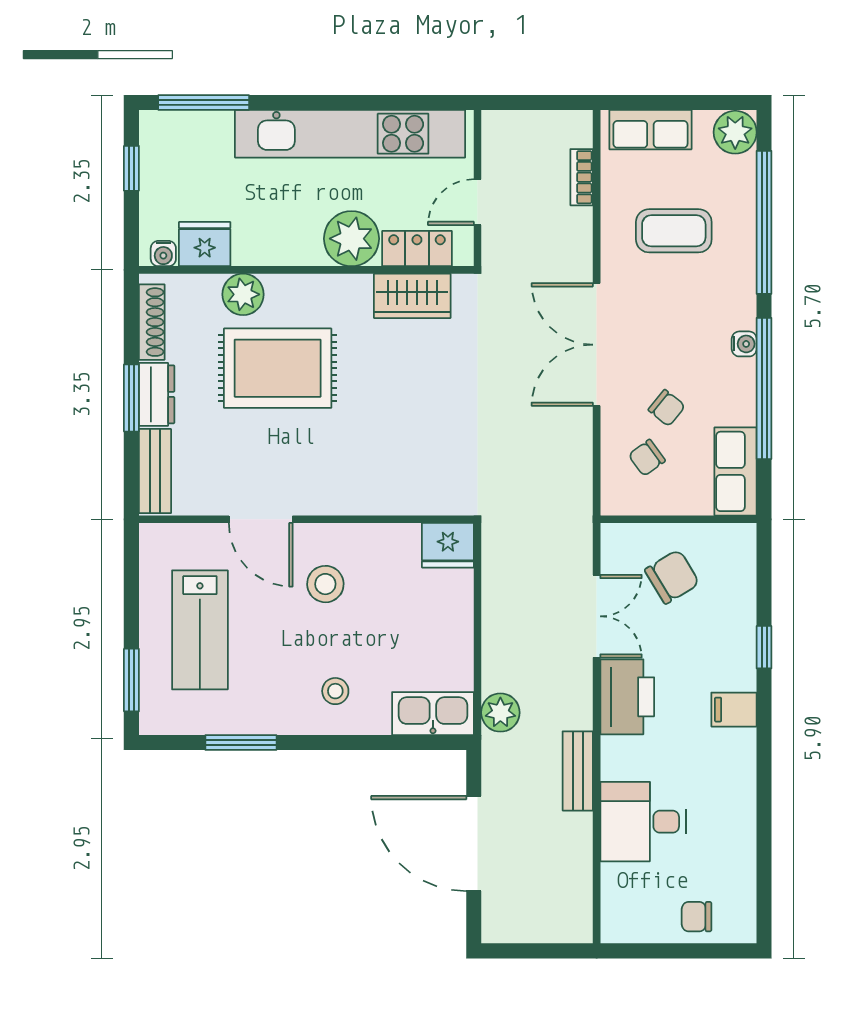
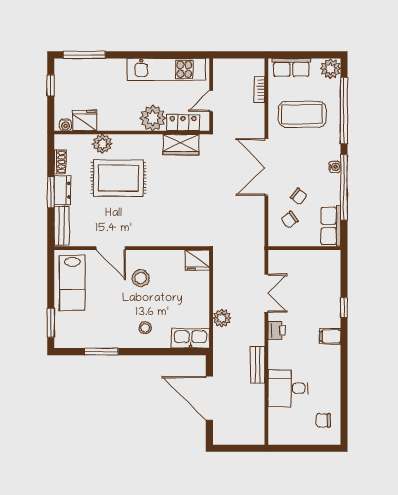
kitchen unit: (350, 134) -> (166, 69), width x0.73
coffee table: (674, 231) -> (302, 114), width x1.36, depth x1.32
shoe rack: (152, 322) -> (60, 162), width x0.70
chair: (672, 577) -> (301, 275), removed
lab bench: (200, 630) -> (72, 283), moved
printer: (627, 697) -> (277, 330), width x0.53, depth x0.68
plant: (500, 713) -> (222, 318), moved
chair: (697, 917) -> (323, 420), moved

